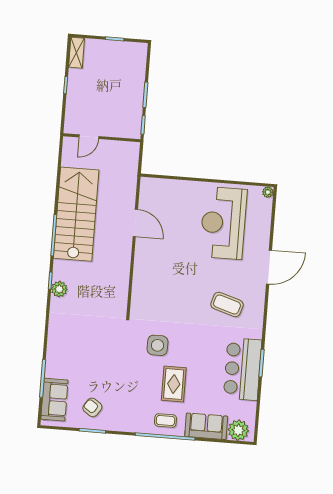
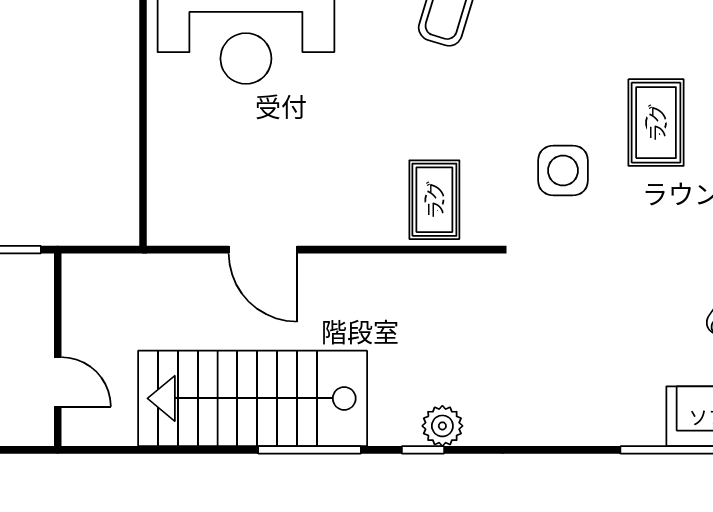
door: (135, 223) -> (263, 250), swing flipped
rug: (150, 293) -> (434, 200), added
rug: (174, 384) -> (656, 123), turned 90

